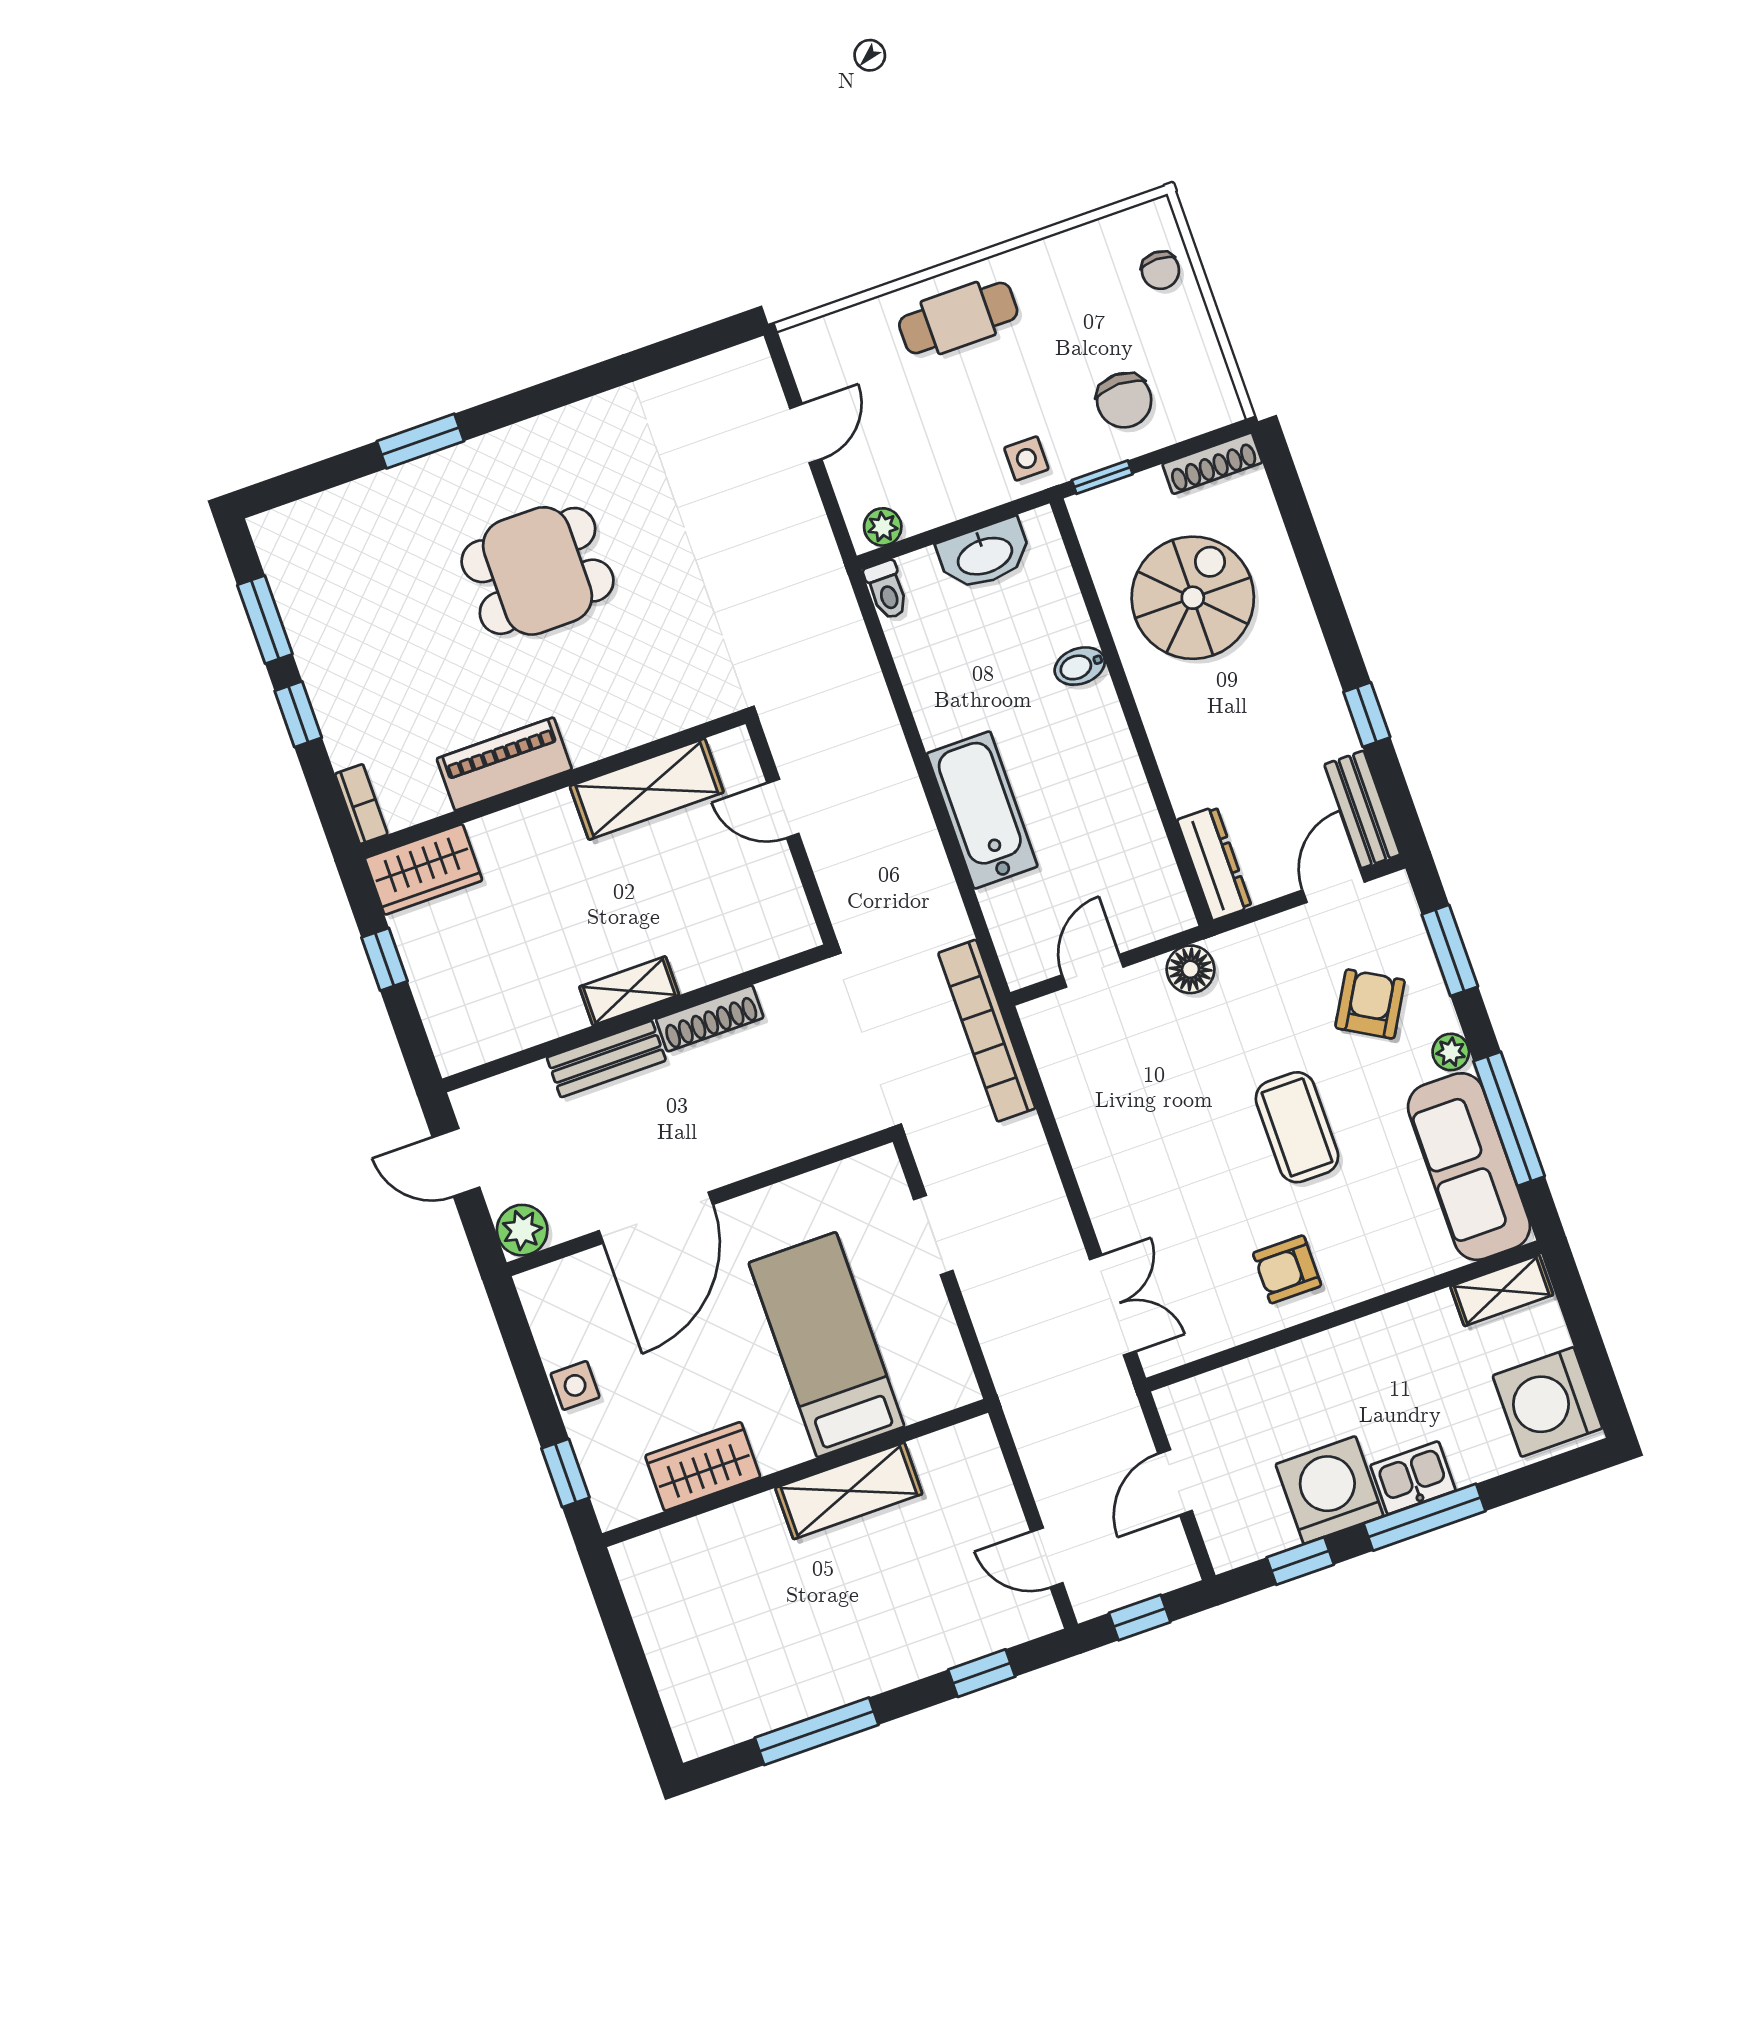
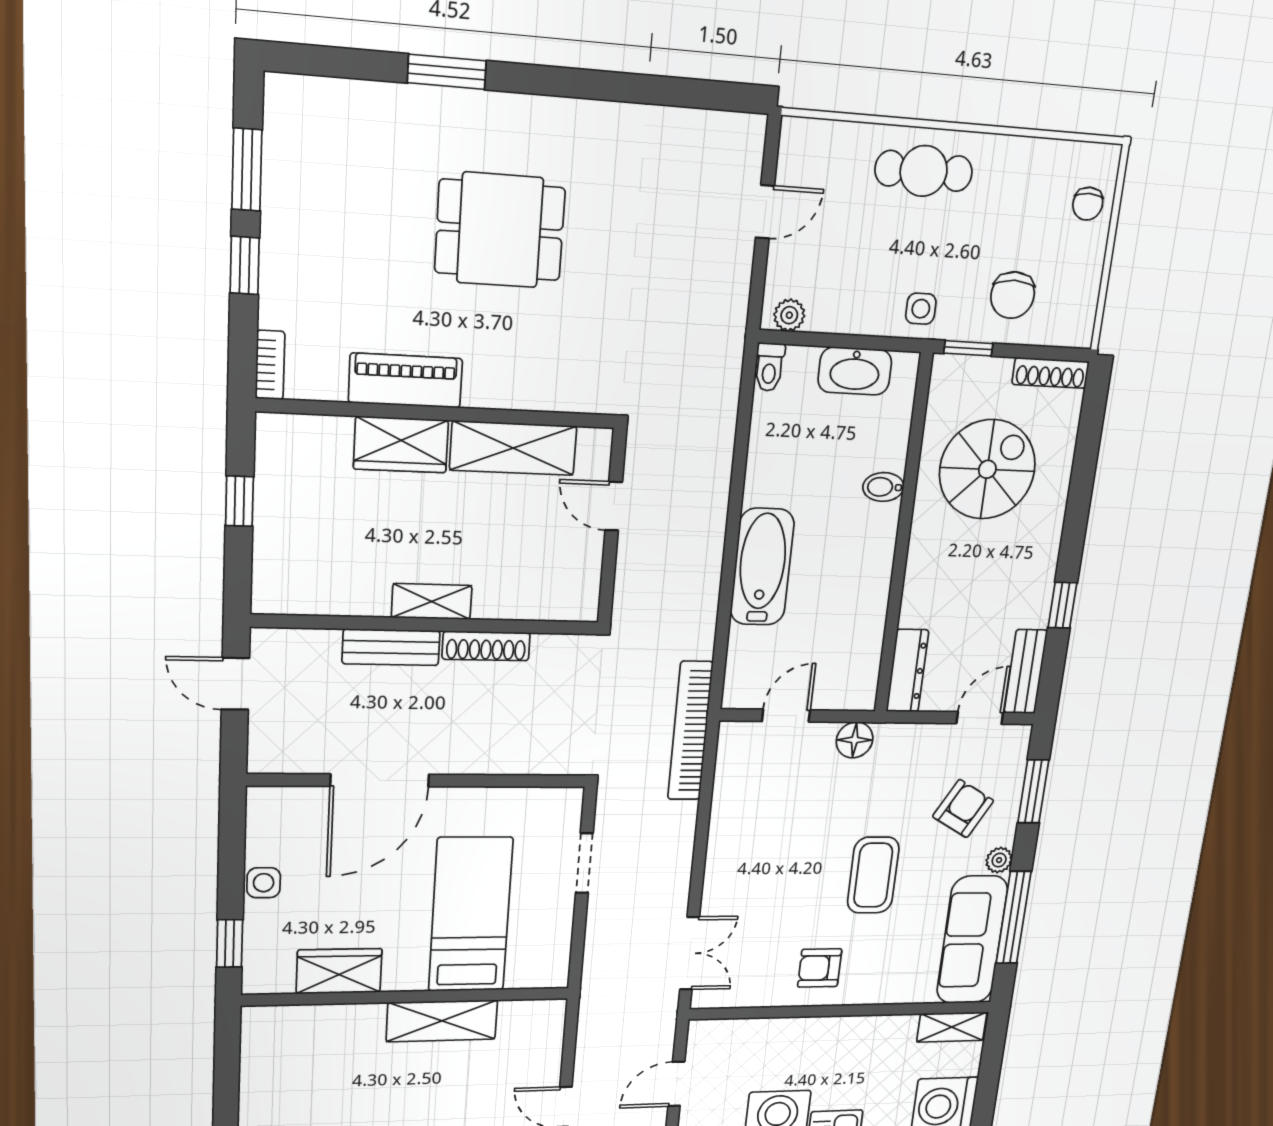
wardrobe: (423, 869) -> (401, 445), moved
plant: (522, 1230) -> (269, 754), removed

